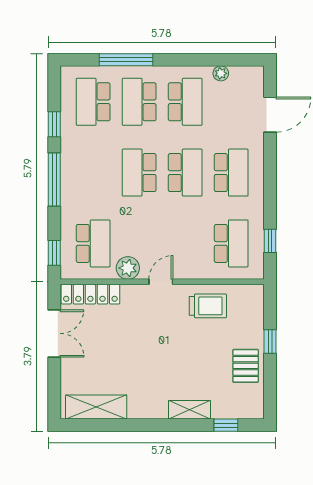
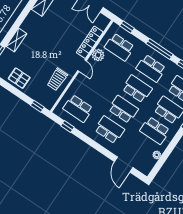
school desk: (93, 173) -> (151, 68), added
school desk: (185, 173) -> (123, 109), turned 180
school desk: (231, 173) -> (110, 130), turned 180
locker: (90, 294) -> (90, 42), moved
window: (270, 342) -> (37, 106), moved

